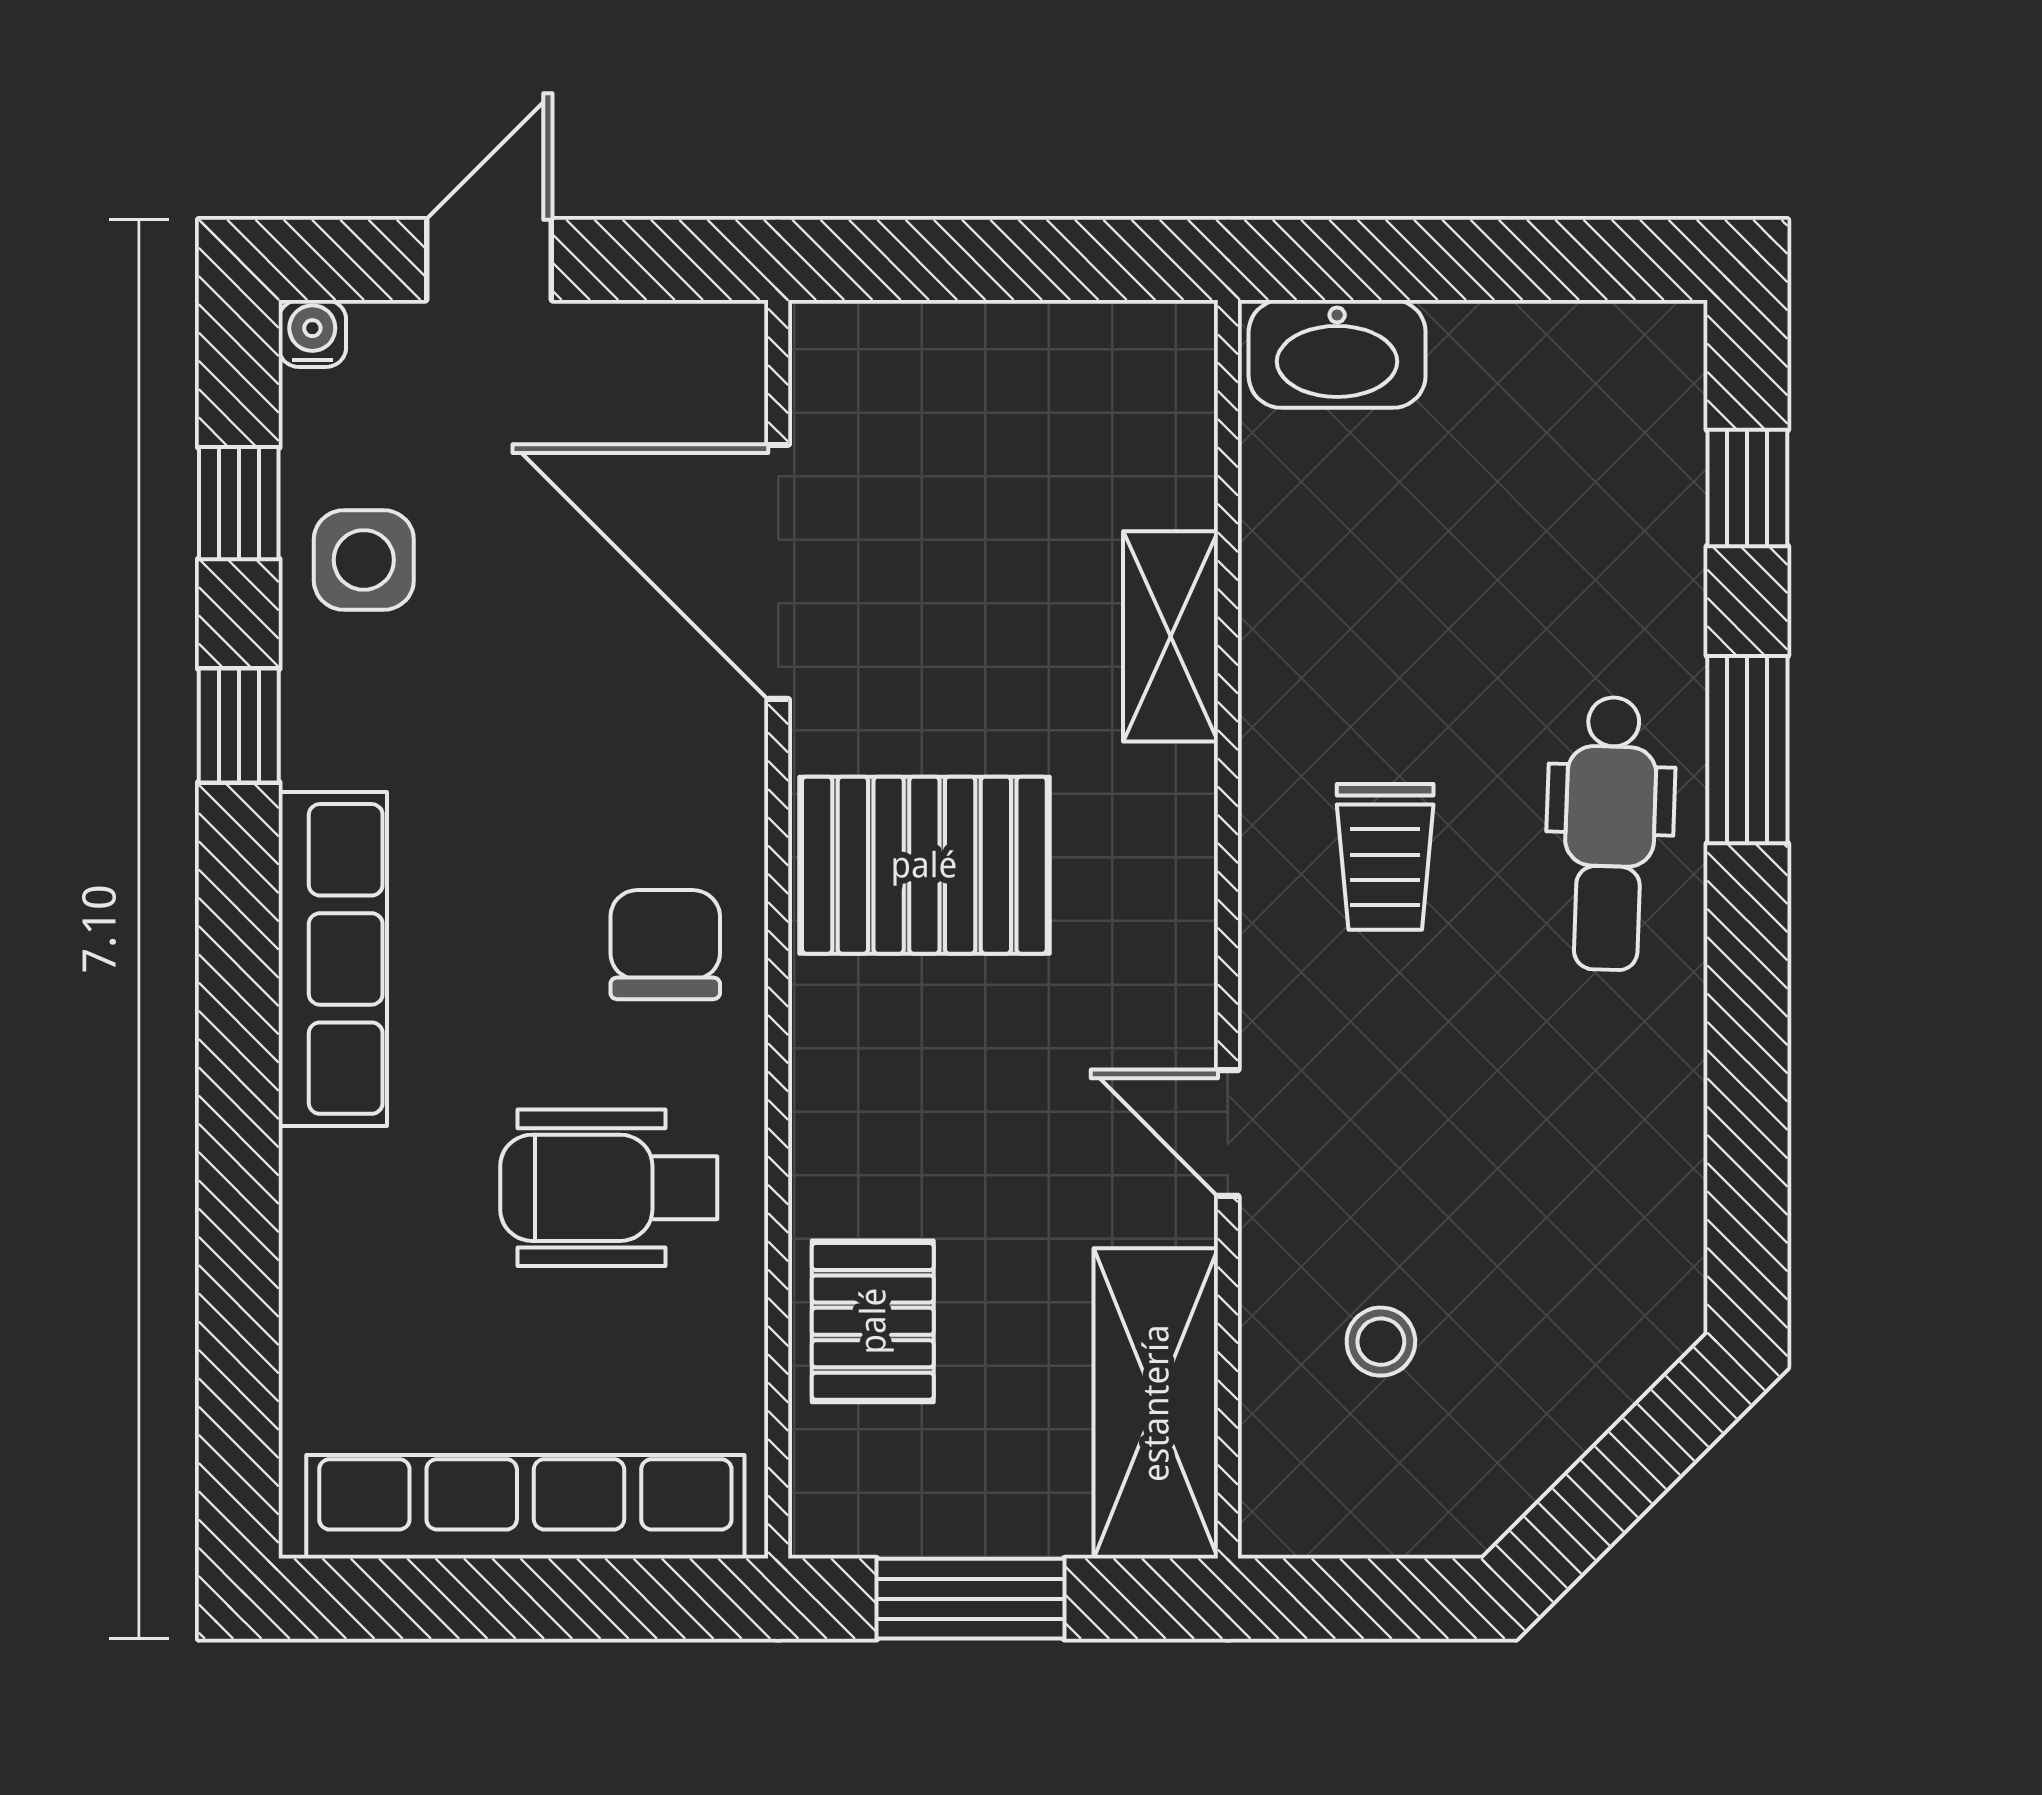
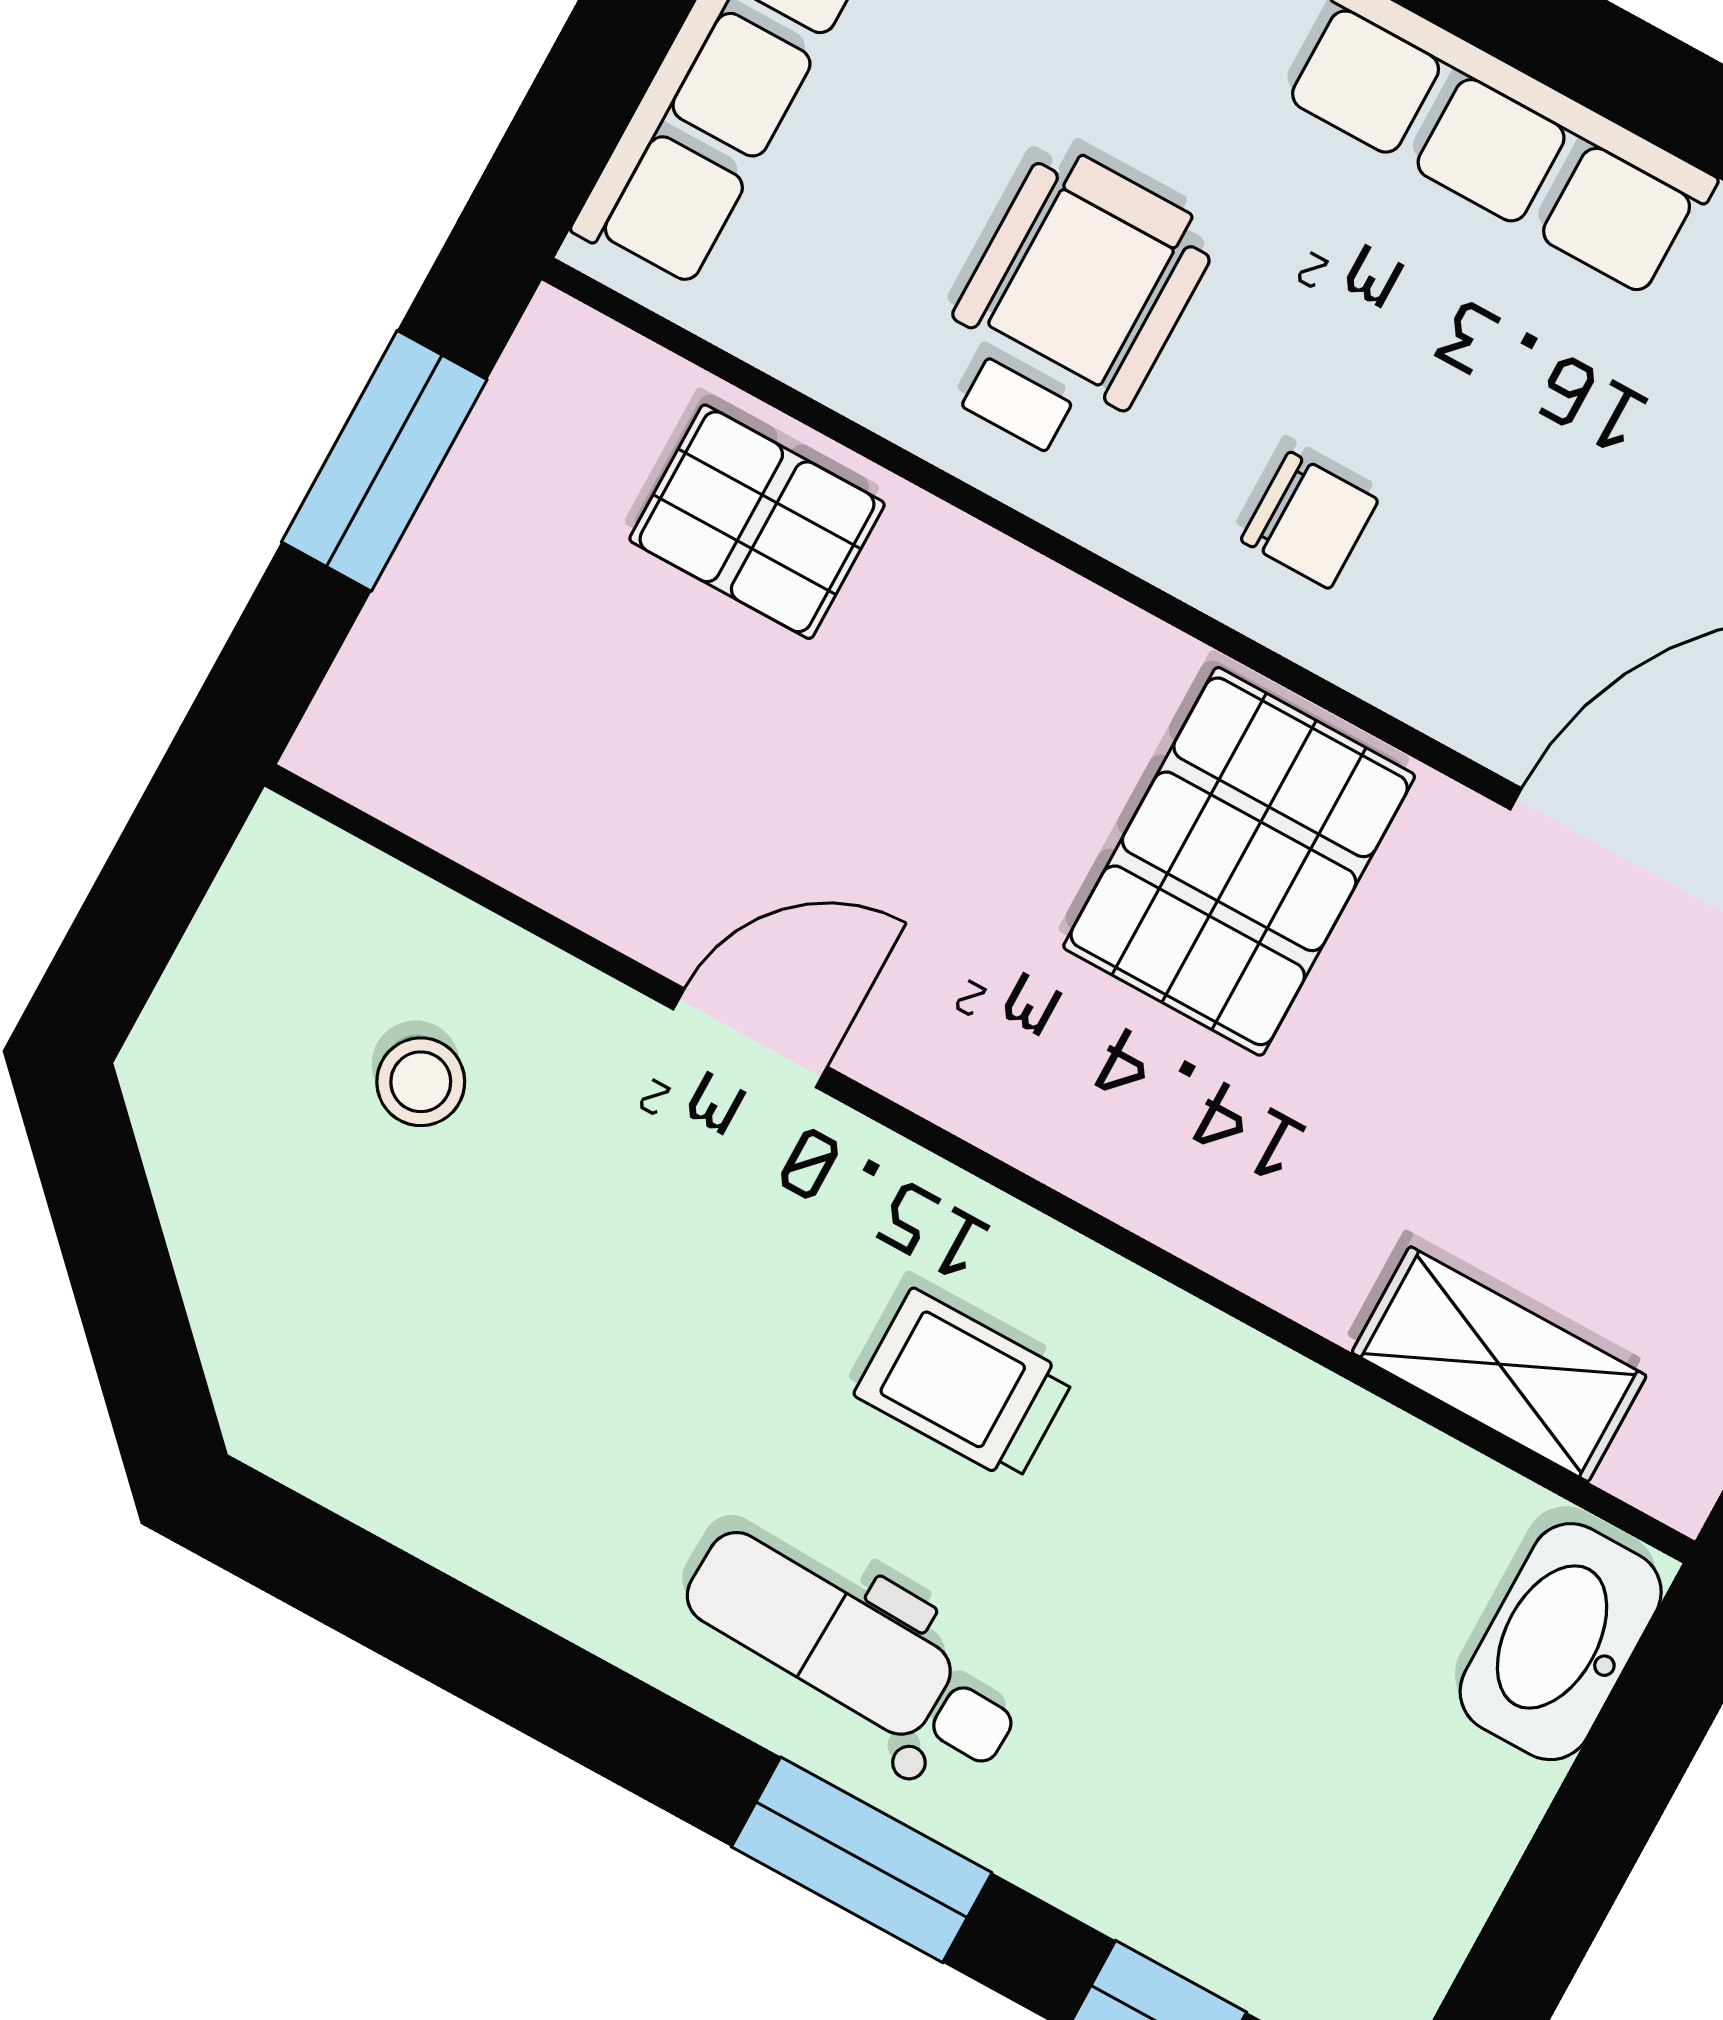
shelving: (1171, 636) -> (1499, 1364), moved
chair: (665, 945) -> (1309, 520), width x0.73, depth x0.73
shelving: (1156, 1403) -> (490, 790), removed

